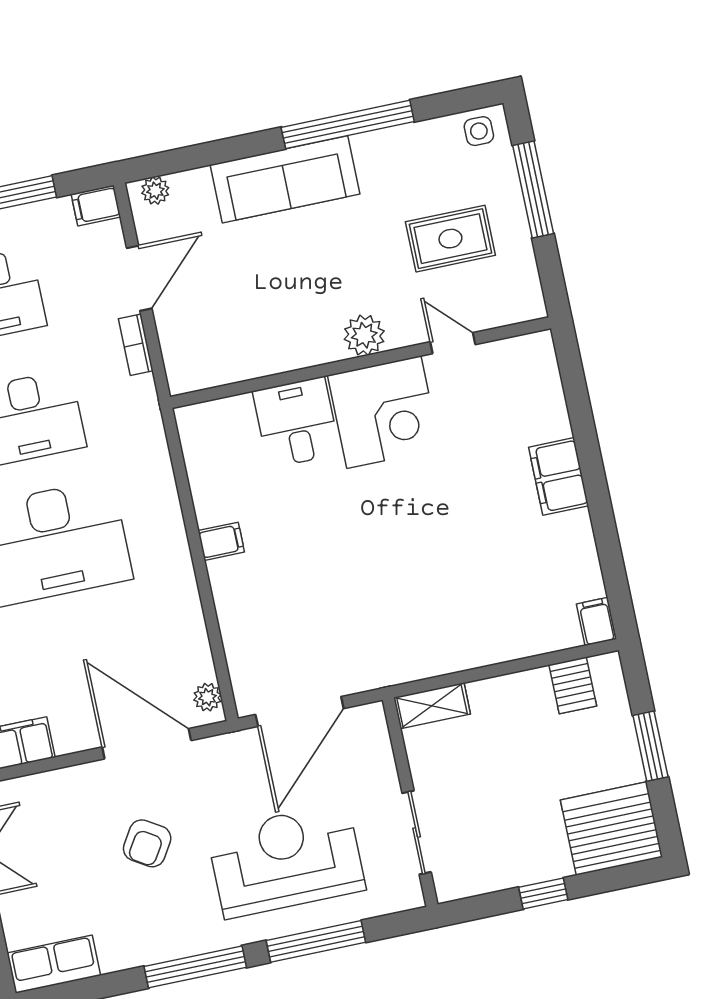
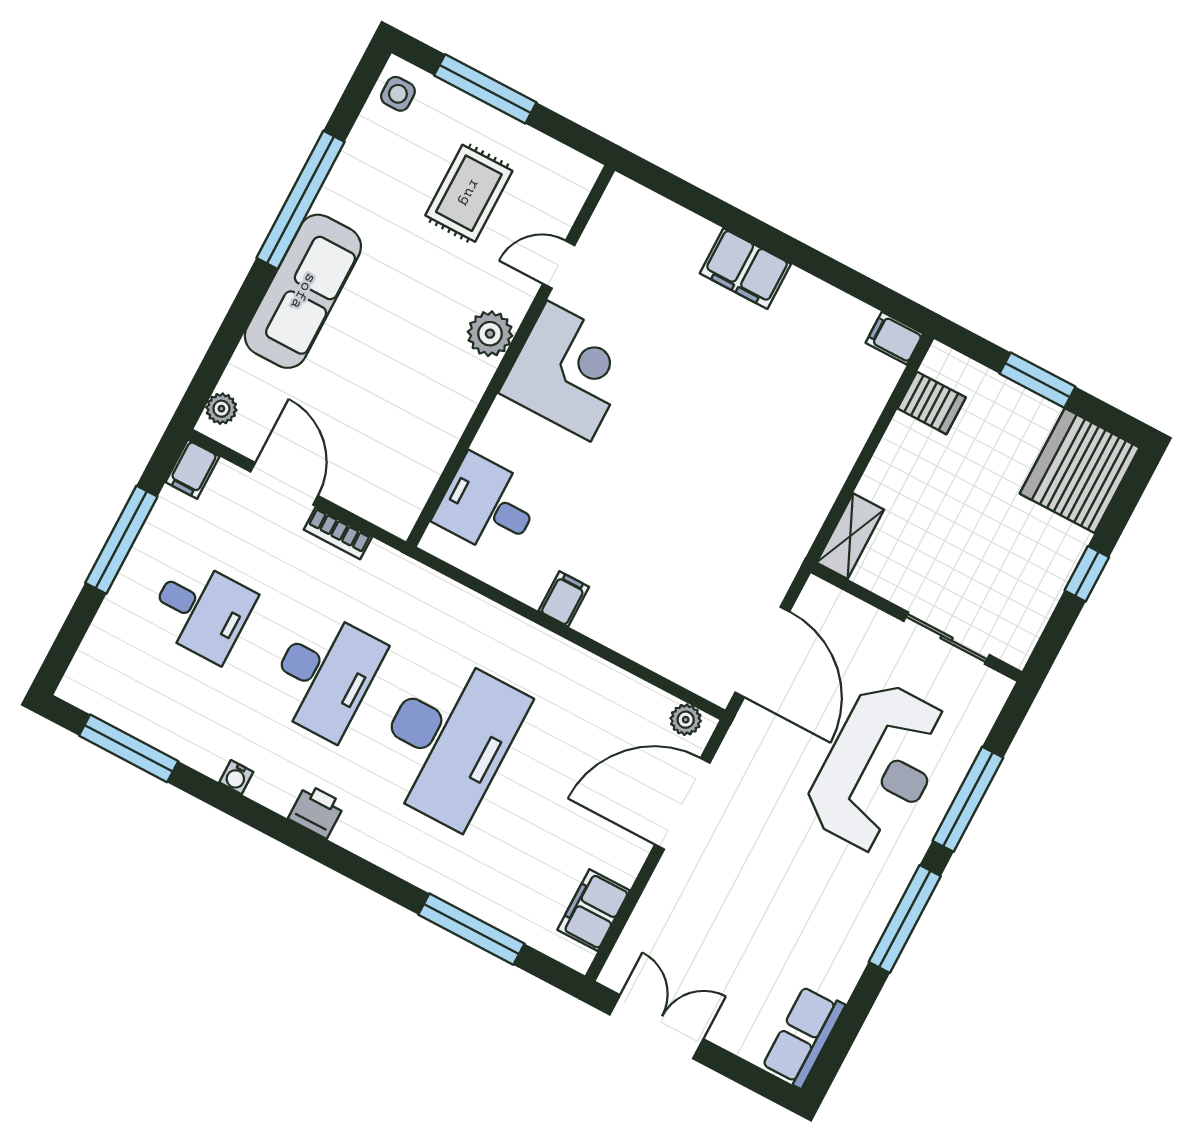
desk: (296, 422) -> (488, 506), moved
armchair: (147, 843) -> (767, 873), removed
reception desk: (286, 861) -> (879, 768), turned 180

